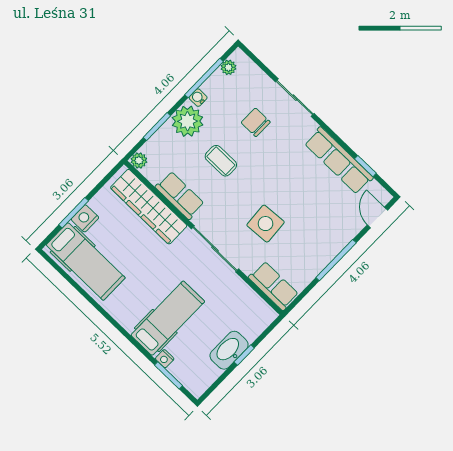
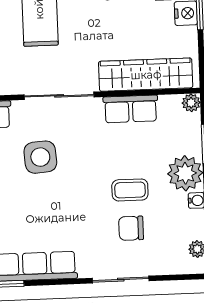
chair: (256, 122) -> (131, 228), turned 180
coffee table: (221, 161) -> (130, 190), moved

